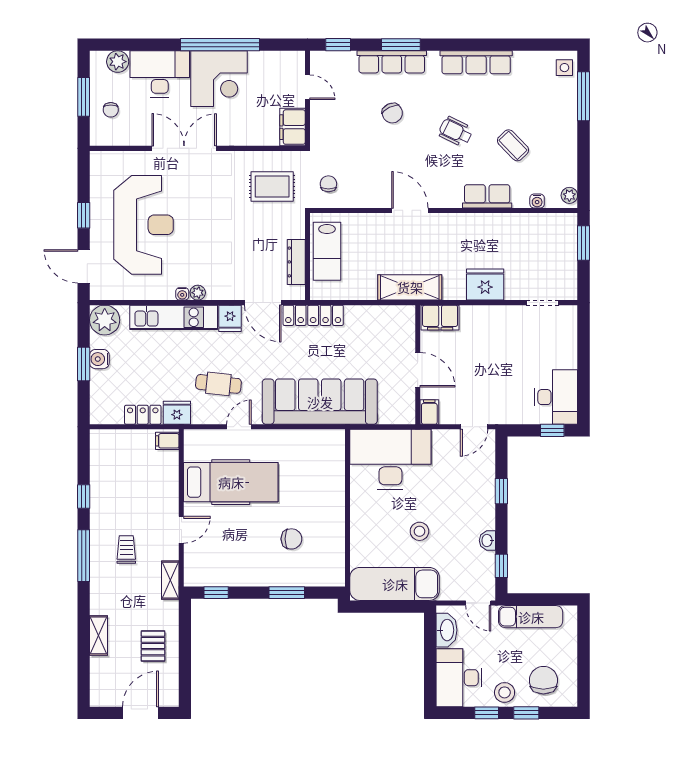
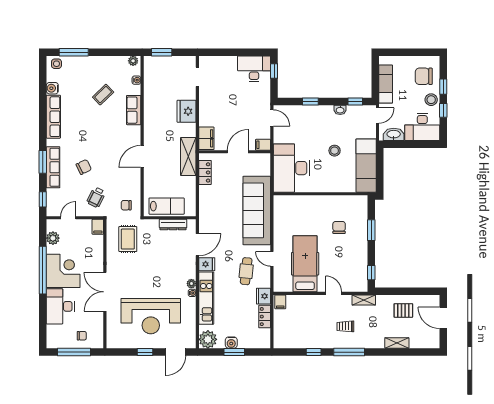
water cooler: (524, 61) -> (52, 88), added
plant: (118, 62) -> (53, 238), moved
window: (84, 97) -> (74, 352), width x1.44
filing cabinet: (293, 127) -> (98, 227), width x0.50
wheelchair: (456, 132) -> (96, 197), moved
reception desk: (143, 225) -> (151, 316), turned 180
locker: (313, 315) -> (205, 172), moved, width x0.66

